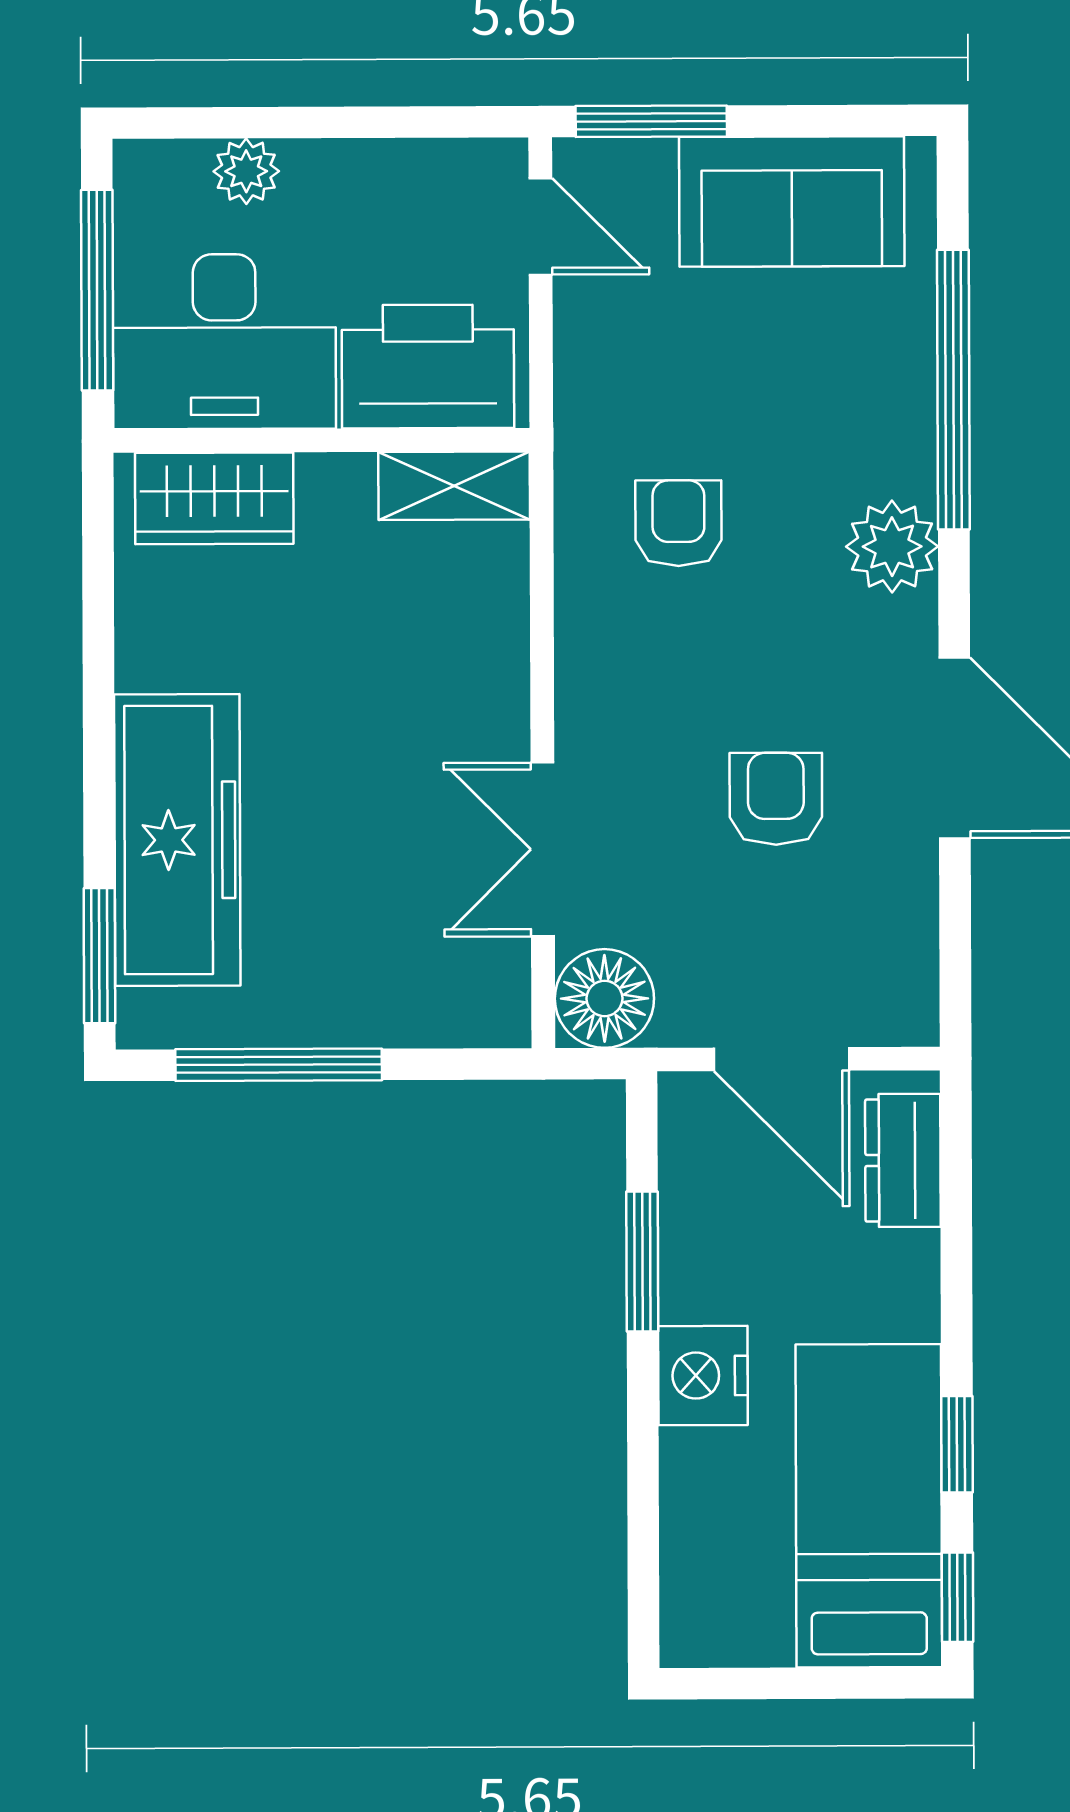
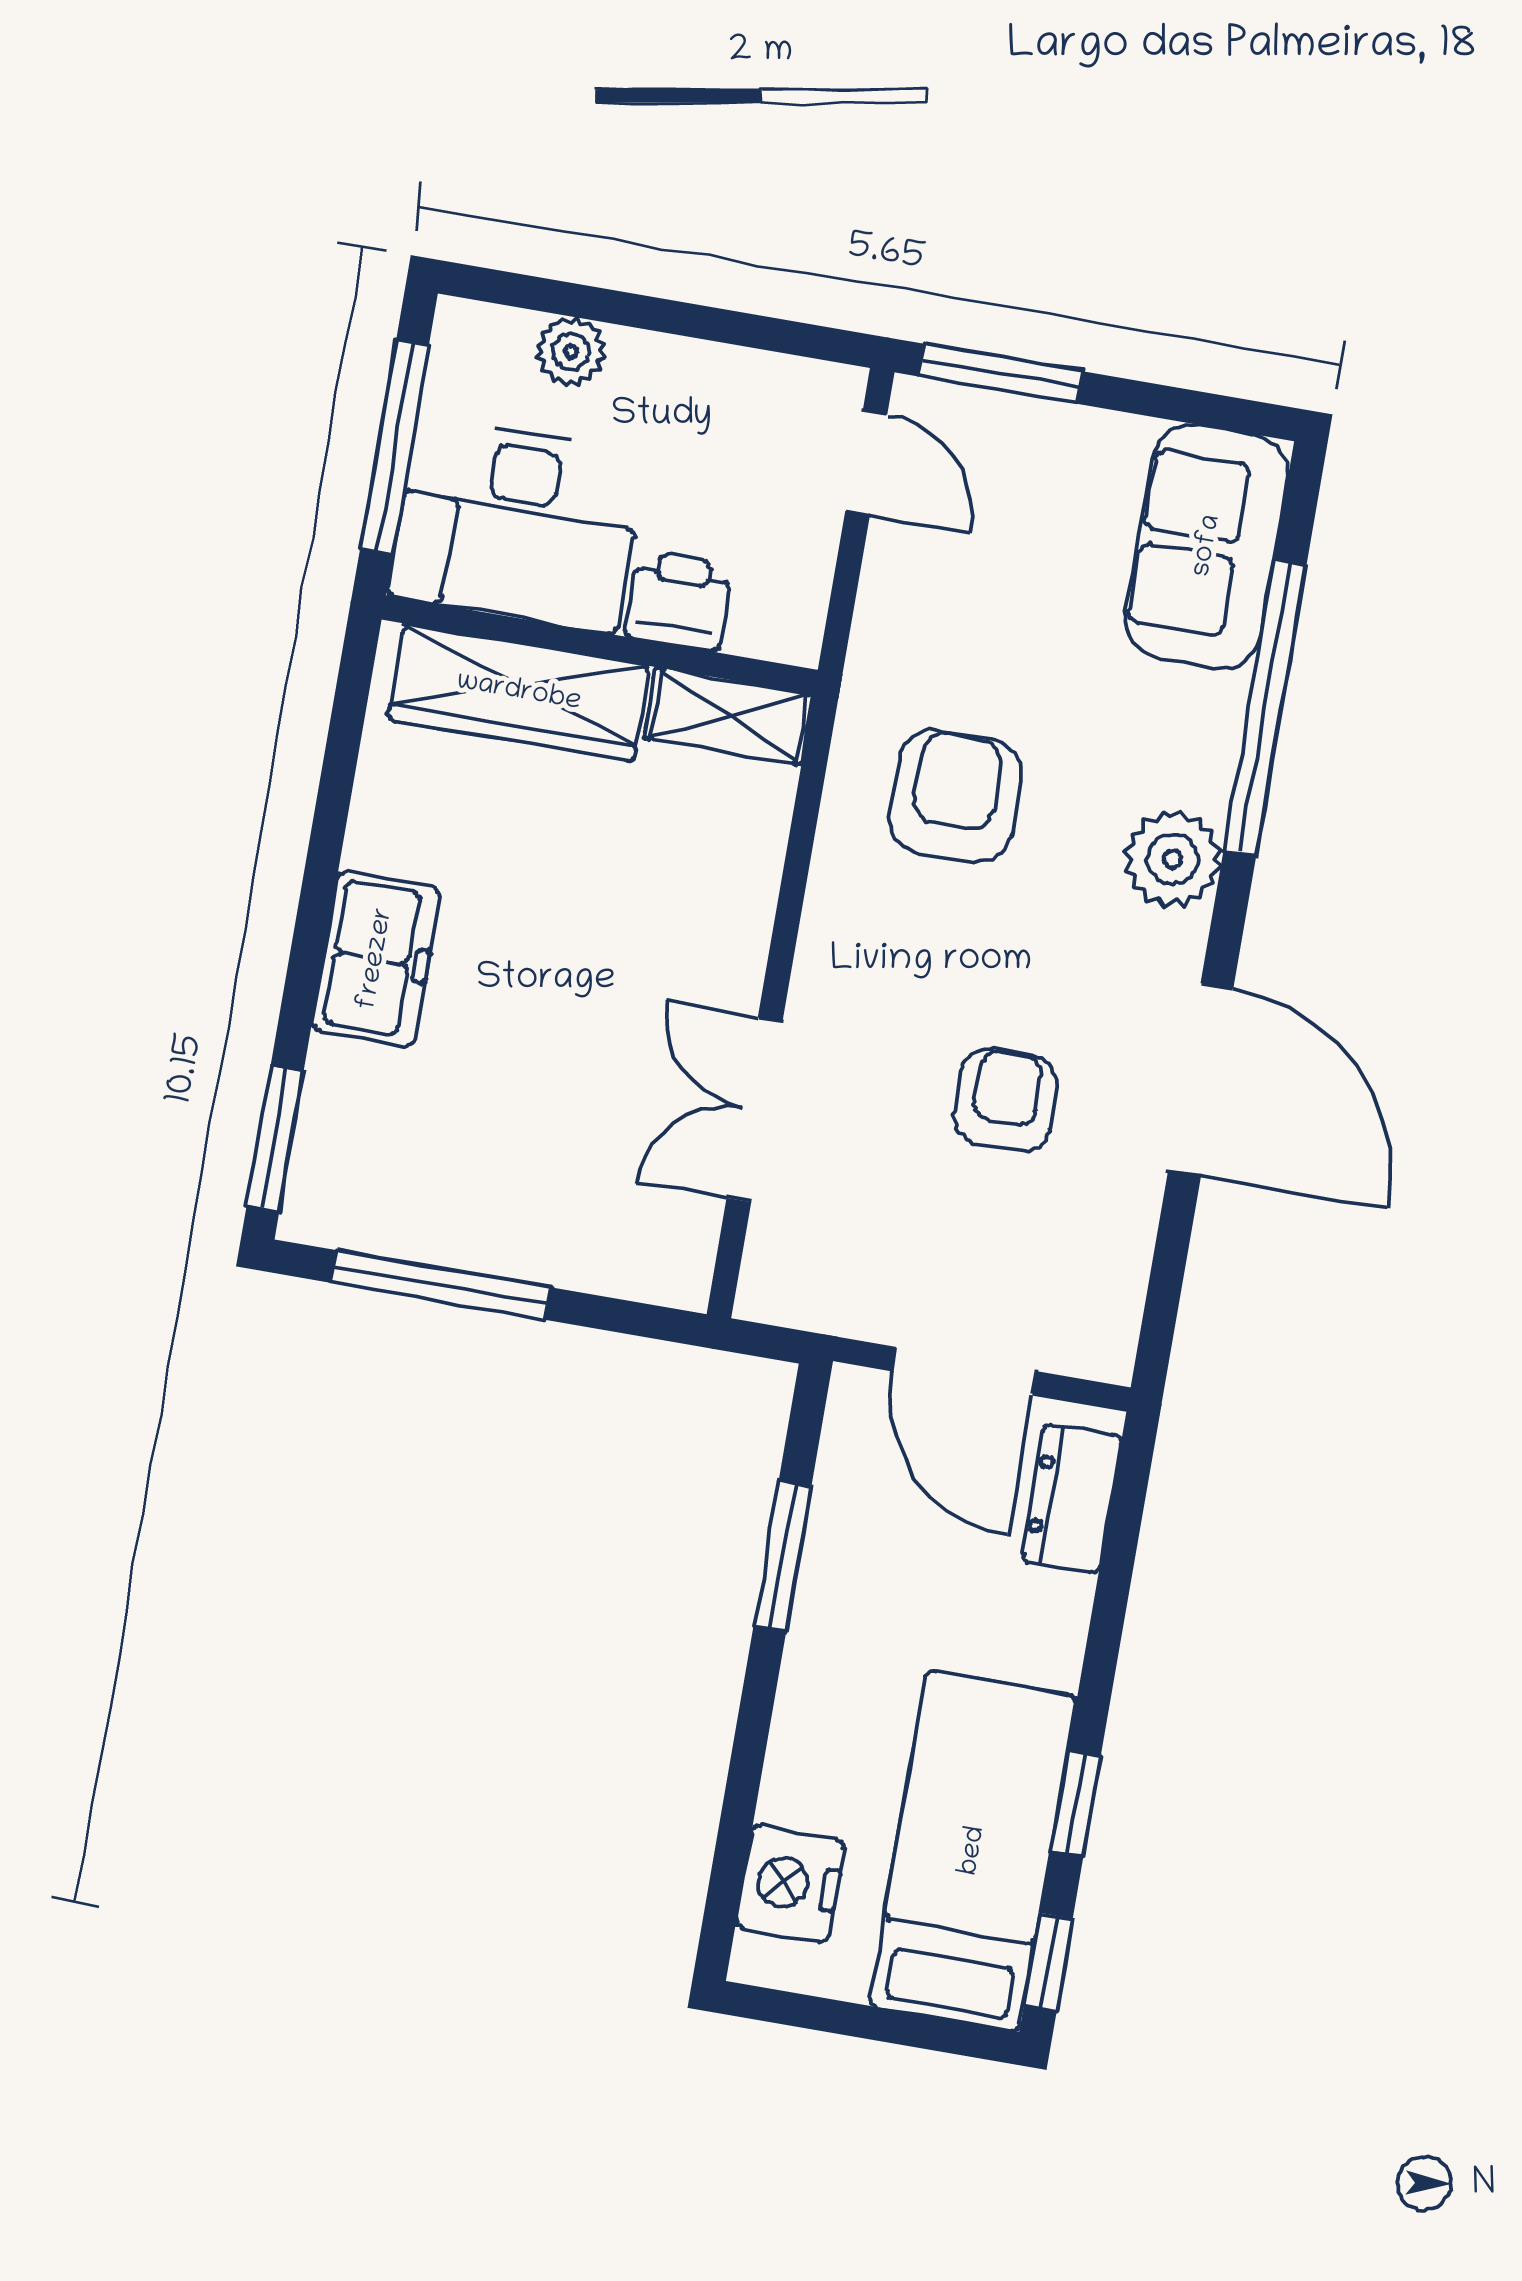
sofa: (792, 201) -> (1207, 546), moved, turned 90
printer: (428, 367) -> (679, 601), width x0.53, depth x0.68
wardrobe: (214, 498) -> (519, 692), width x1.50
armchair: (678, 523) -> (955, 796), width x1.38, depth x1.38
freezer: (177, 840) -> (376, 959), width x0.52, depth x0.79
floor lamp: (604, 998) -> (791, 1276), removed
nightstand: (703, 1376) -> (790, 1884), moved

